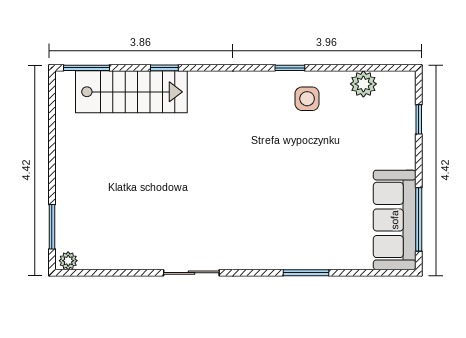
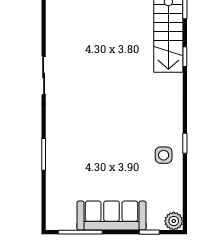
plant: (363, 84) -> (174, 221), moved
sofa: (395, 220) -> (112, 216), moved

